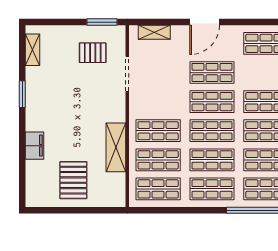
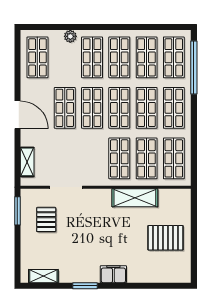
filing cabinet: (34, 146) -> (113, 274), moved

